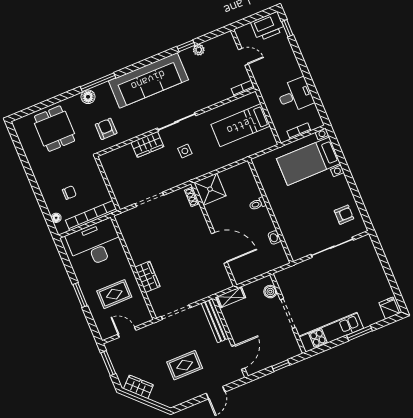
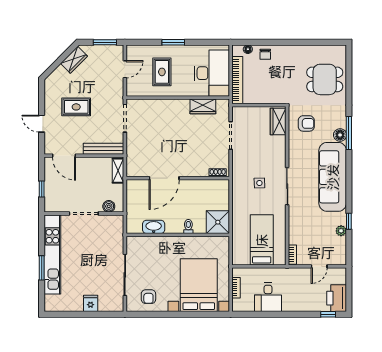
floor lamp: (88, 97) -> (340, 135), moved
wardrobe: (147, 144) -> (278, 121), moved
bed with nightstands: (308, 161) -> (199, 285), width x1.36
shower: (210, 189) -> (218, 222), moved
chair: (69, 193) -> (265, 54), moved
washbasin: (274, 237) -> (154, 227), width x1.91, depth x1.45
wardrobe: (147, 277) -> (203, 106), moved
fridge: (389, 308) -> (91, 303), moved, turned -90
kitchen unit: (331, 332) -> (52, 255), width x1.36
rug: (185, 365) -> (76, 107), turned 90

